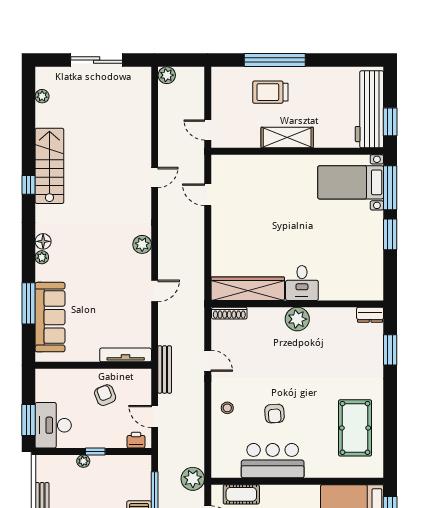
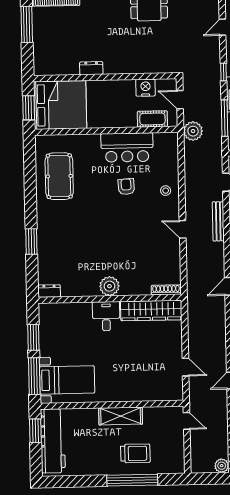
desk: (302, 283) -> (106, 316), moved
wardrobe: (248, 289) -> (151, 311), moved
wall: (297, 304) -> (110, 299), moved
shoe rack: (229, 313) -> (166, 290), moved
dresser: (370, 315) -> (49, 291), moved
plant: (297, 319) -> (109, 286), moved

